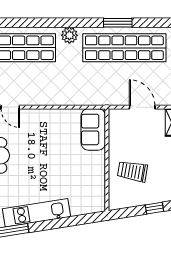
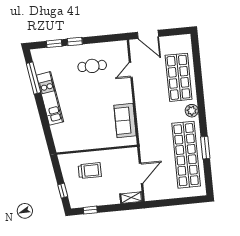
sofa: (93, 129) -> (125, 120), moved, turned -90
trolley: (132, 171) -> (90, 171), turned 80

